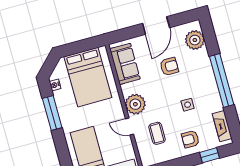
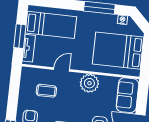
sofa: (125, 64) -> (127, 95), moved, turned 90
plant: (135, 104) -> (89, 83), moved

